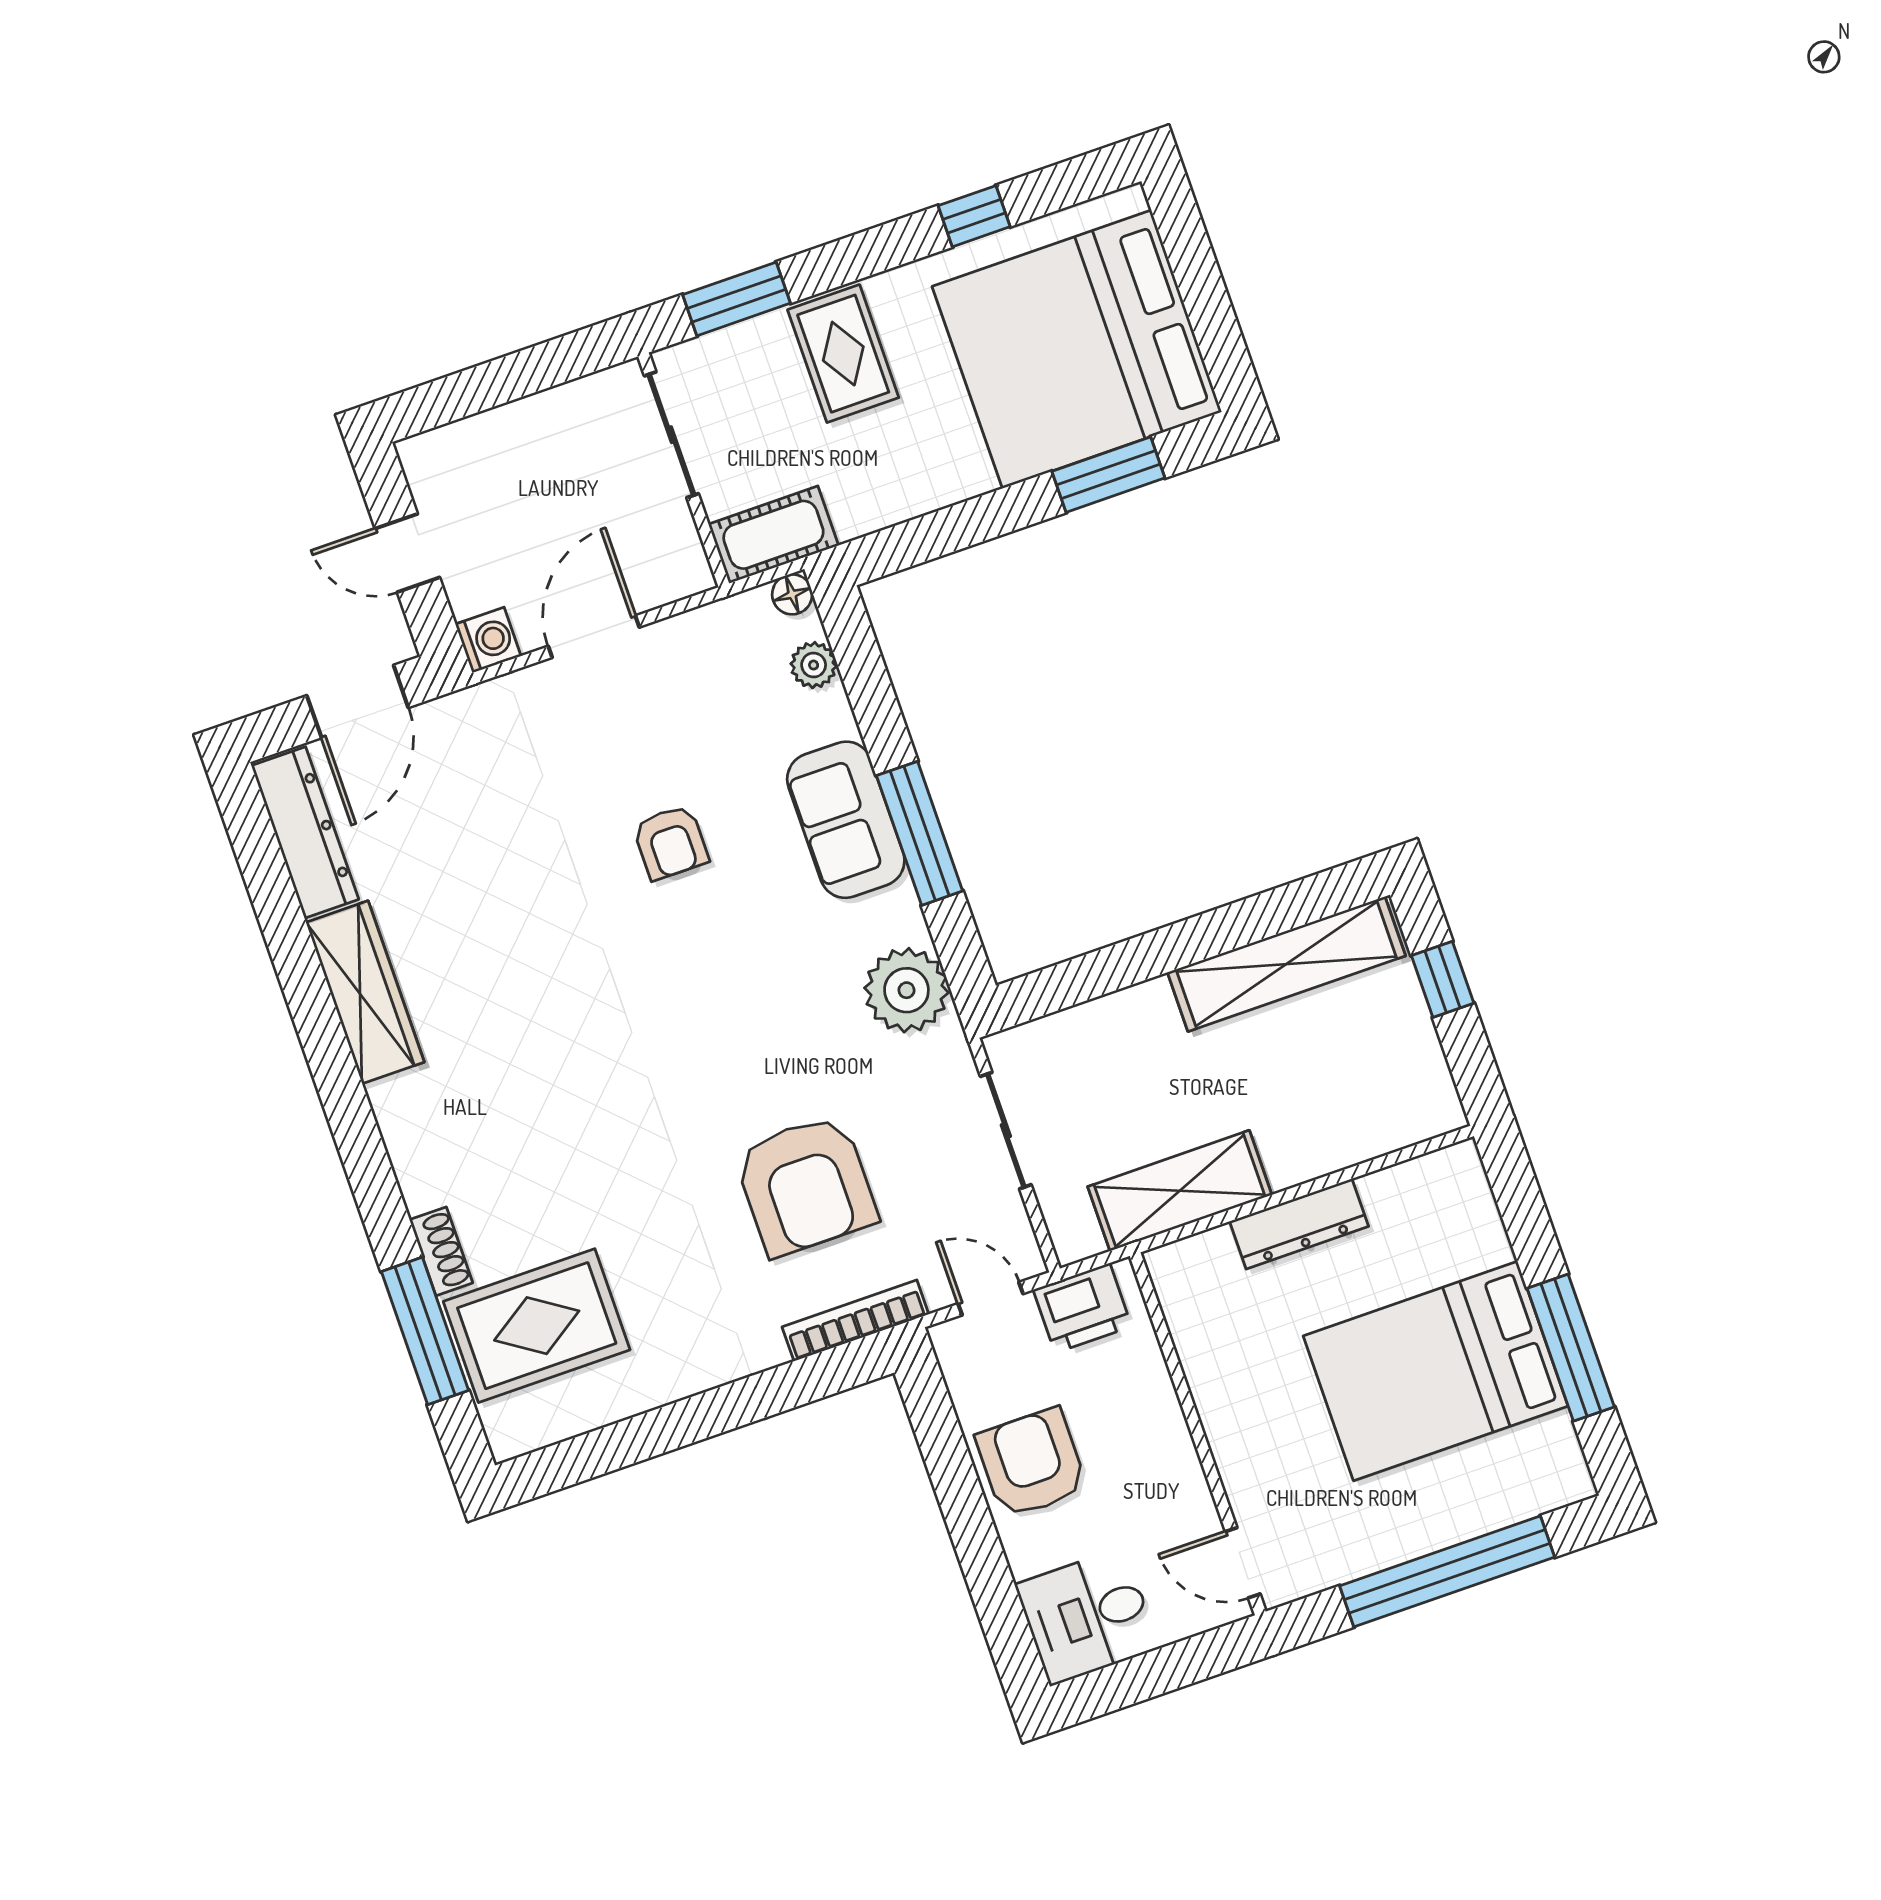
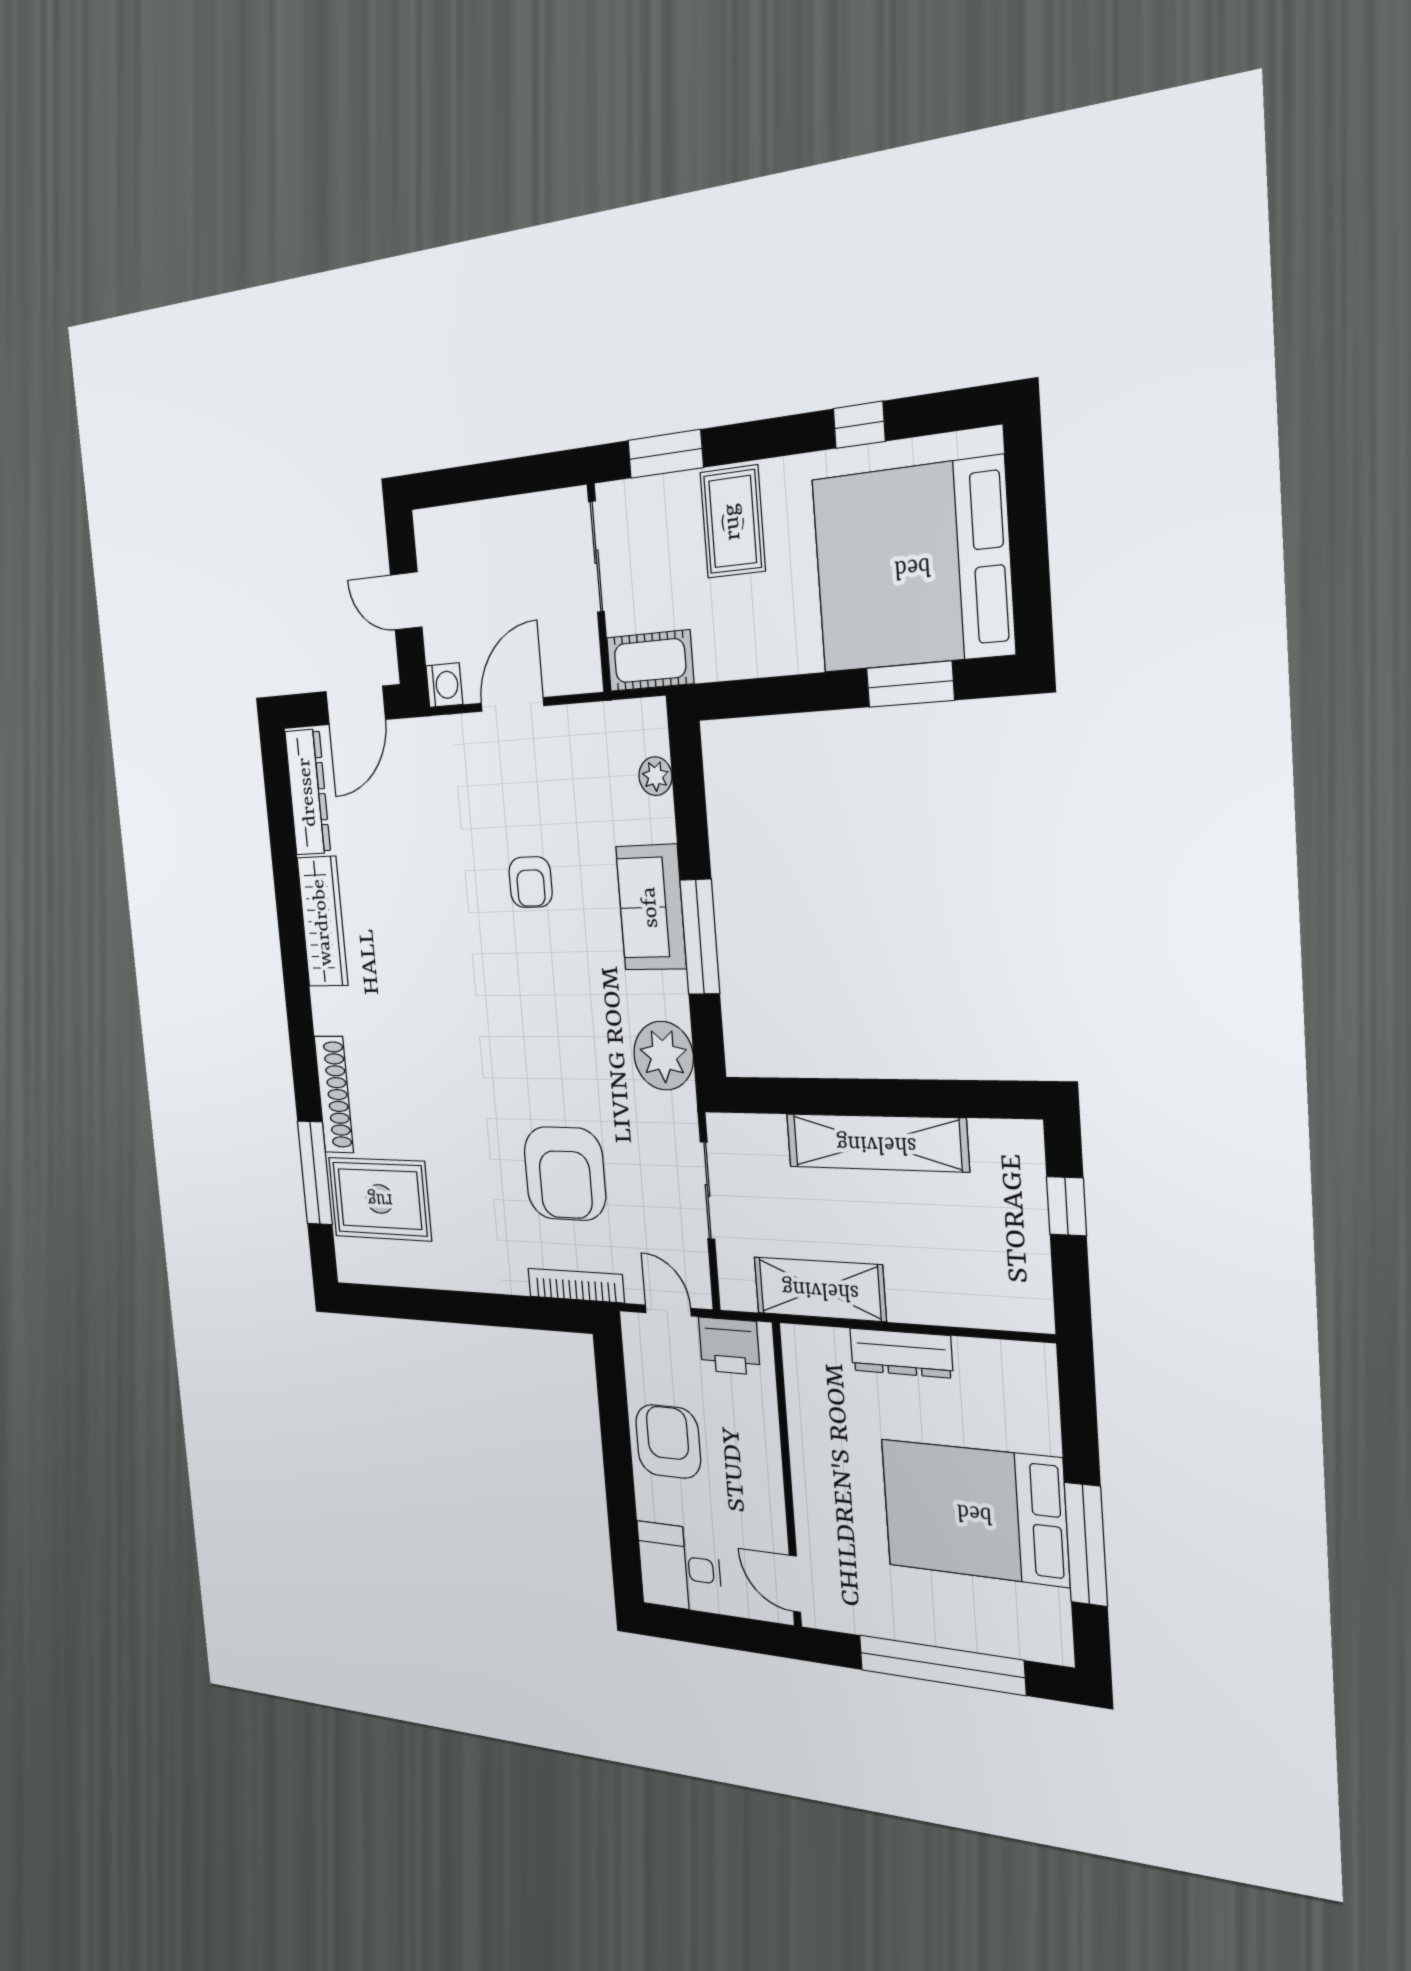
floor lamp: (792, 594) -> (653, 714), removed
shelving: (1286, 964) -> (876, 1143), moved
shoe rack: (441, 1251) -> (334, 1094), width x1.94, depth x1.24

